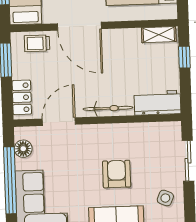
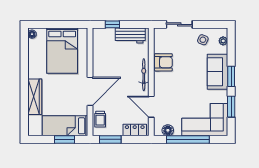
shelving: (159, 35) -> (97, 40), removed
workbench: (157, 103) -> (130, 36), moved, turned -90
armchair: (117, 174) -> (163, 62), moved, turned 180

